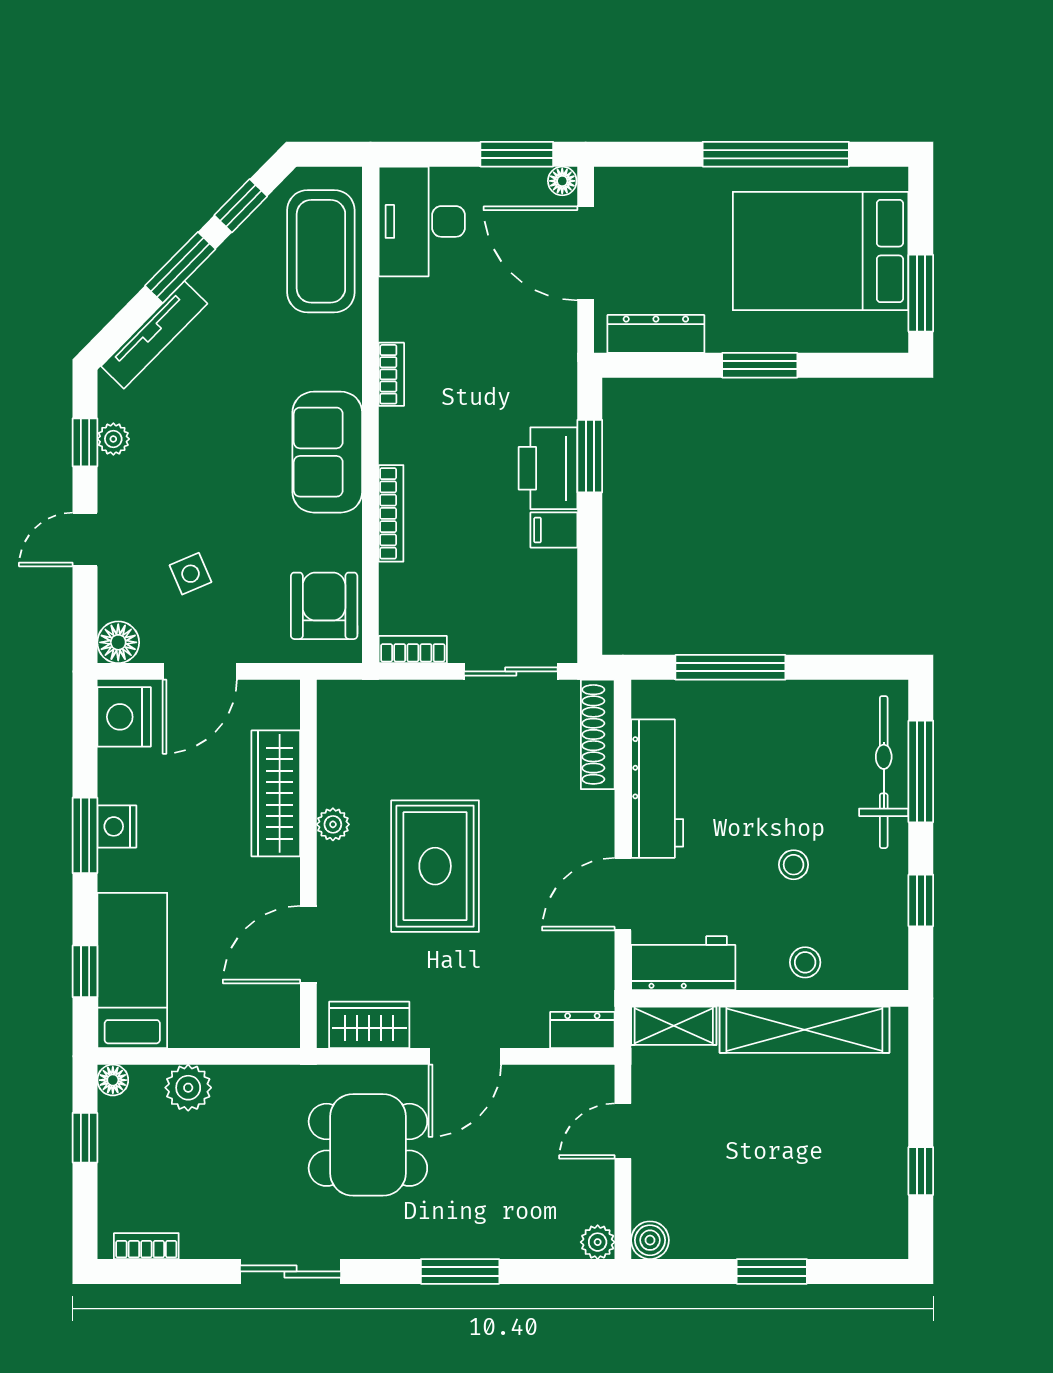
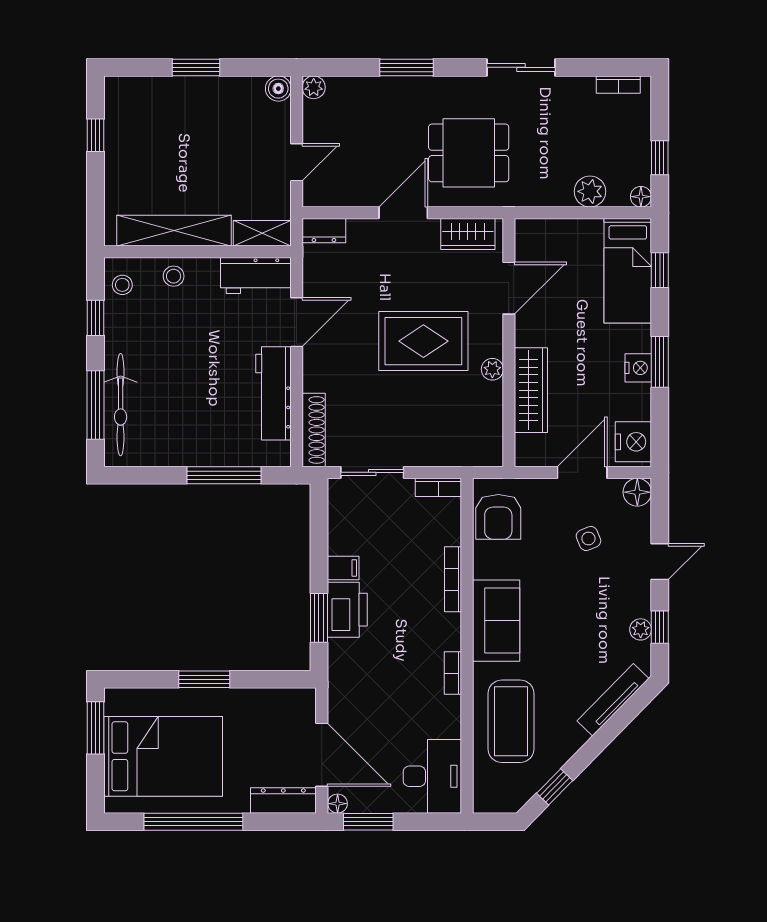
coffee table: (321, 251) -> (511, 721), moved
window: (180, 267) -> (595, 745), removed
dresser: (656, 334) -> (283, 800), moved, turned 180
stool: (794, 865) -> (122, 285), moved
rug: (435, 866) -> (423, 341), turned 90

